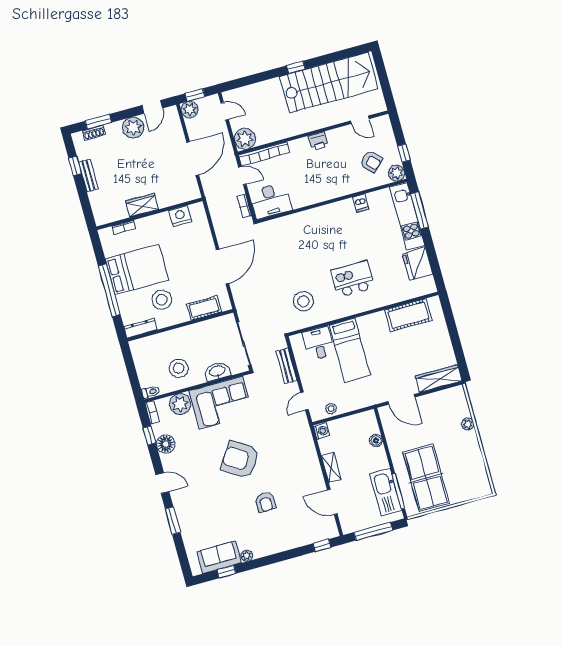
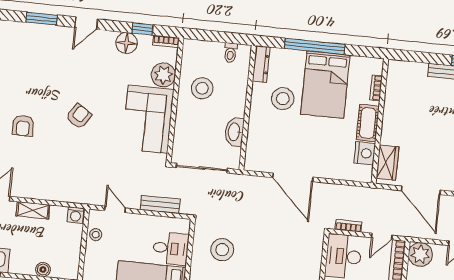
wardrobe: (142, 205) -> (387, 163), moved
cot: (204, 308) -> (368, 123), moved
washbasin: (217, 371) -> (234, 132), moved, turned 180
toilet: (151, 392) -> (230, 53), moved
armchair: (240, 460) -> (79, 116), width x0.53, depth x0.53
armchair: (265, 502) -> (23, 126), turned -90

